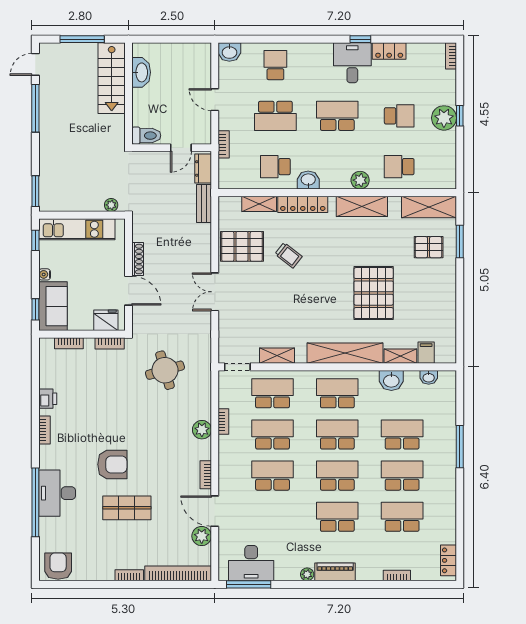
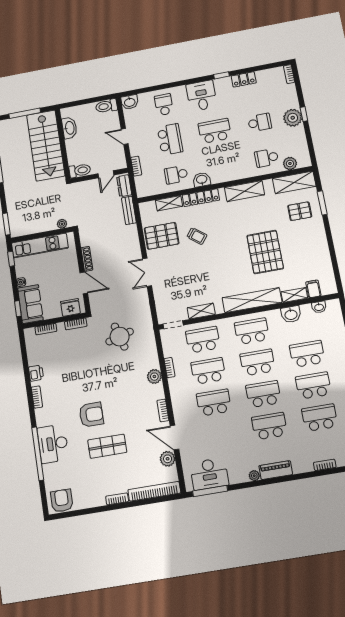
toilet: (197, 51) -> (106, 106), added
desk: (352, 63) -> (202, 96), moved
stairs: (112, 78) -> (46, 145), width x1.36, depth x1.51
school desk: (275, 116) -> (170, 139), turned -90
plant: (360, 180) -> (290, 163), moved

